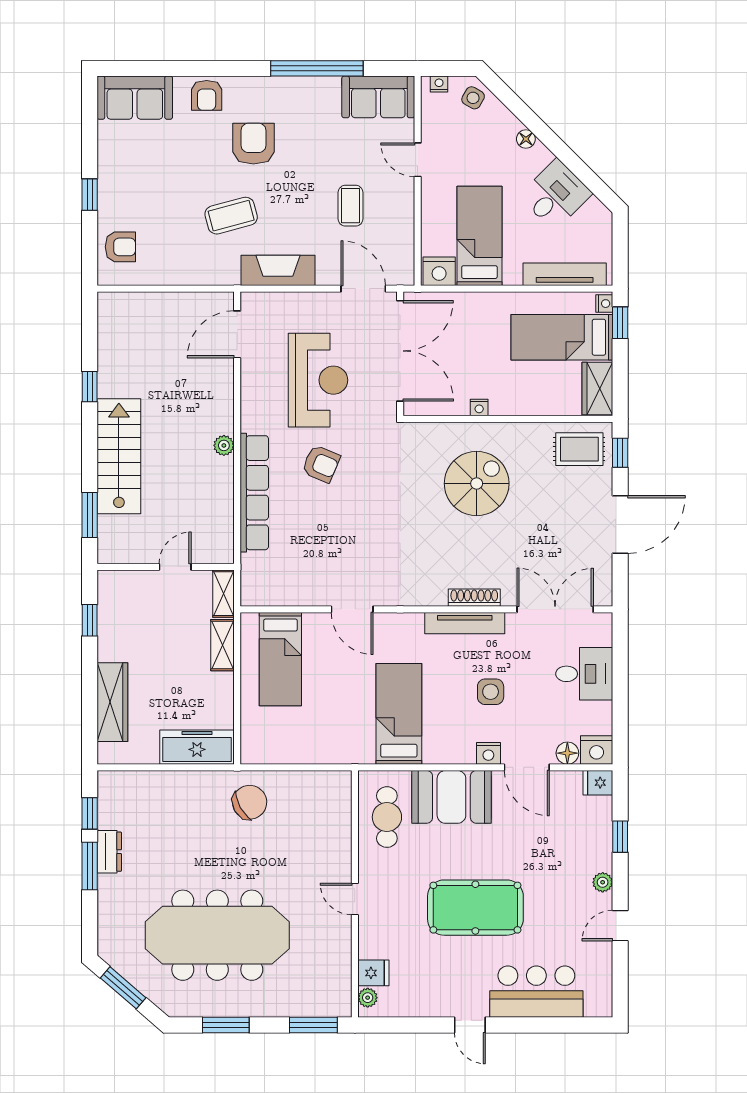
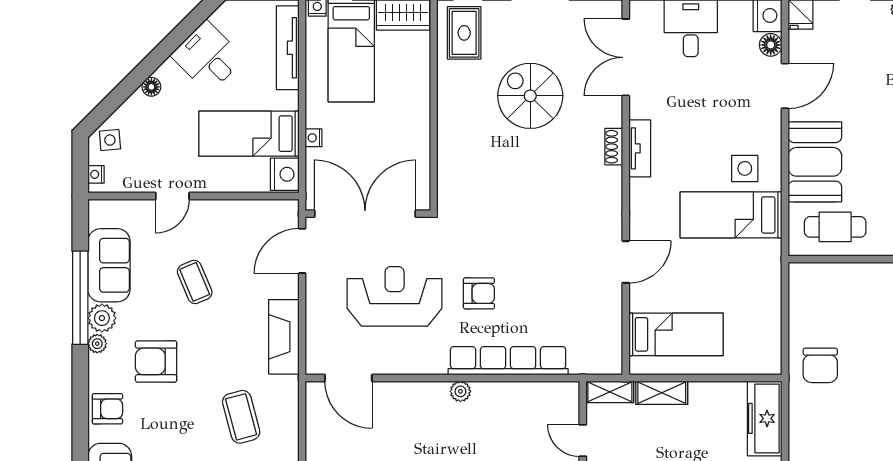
plant: (271, 85) -> (97, 344), added
plant: (297, 90) -> (102, 318), added
sofa: (378, 97) -> (109, 265), moved
side table: (473, 98) -> (110, 140), turned -35
coffee table: (350, 206) -> (195, 282), moved, turned 67
coffee table: (231, 216) -> (241, 417), moved
nightstand: (479, 408) -> (314, 138), moved, turned 180
armchair: (321, 464) -> (479, 293), turned 67
spiral stairs: (477, 483) -> (530, 96), moved
shoe rack: (474, 598) -> (614, 147), width x0.70
tv unit: (465, 623) -> (640, 148), width x0.71
side table: (491, 692) -> (745, 168), moved
nightstand: (488, 753) -> (771, 125), removed
chair: (250, 802) -> (820, 365), turned -151

